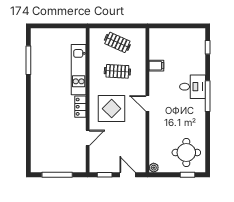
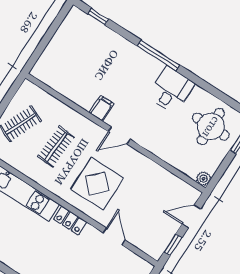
filing cabinet: (156, 66) -> (102, 108), moved
desk: (192, 87) -> (171, 90), moved

